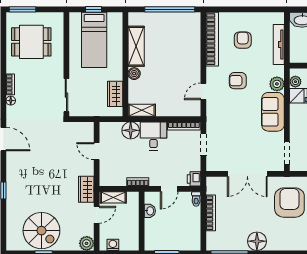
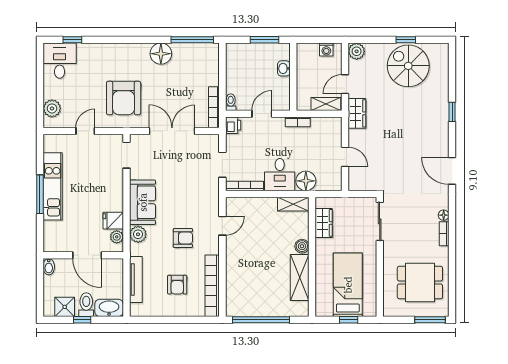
washbasin: (150, 211) -> (284, 68), moved
bookcase: (211, 213) -> (214, 107), moved

